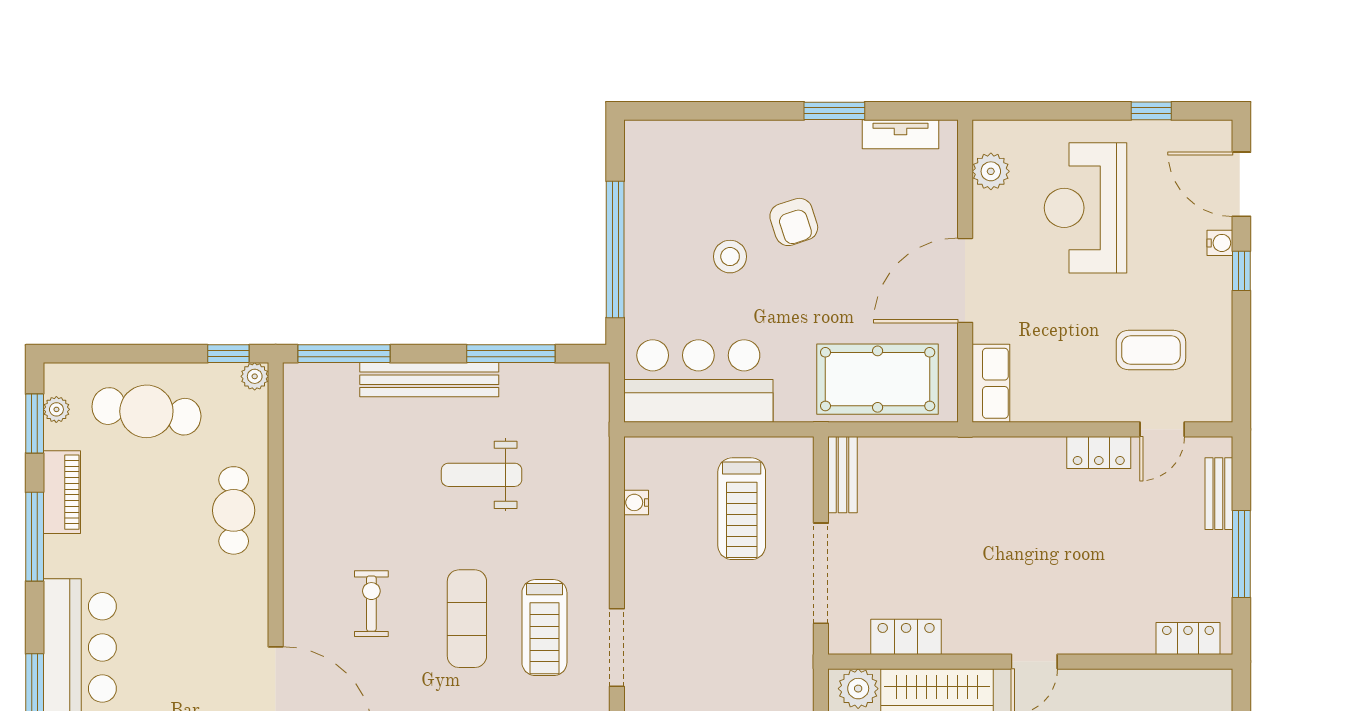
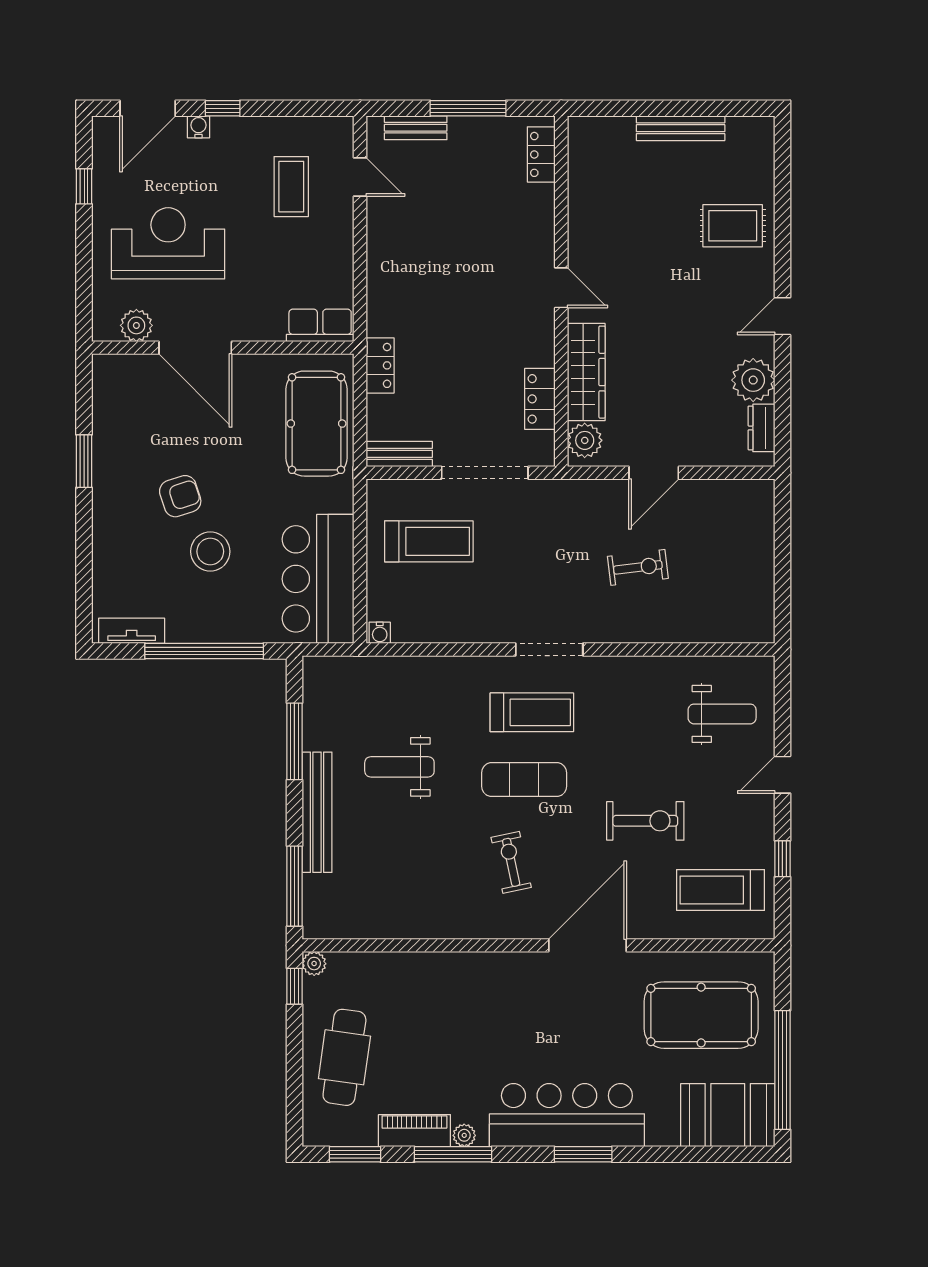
tv unit: (901, 134) -> (132, 631), moved, turned -90
reception desk: (1086, 208) -> (168, 243), turned 180
stool: (730, 257) -> (210, 551), width x1.38, depth x1.38
door: (965, 280) -> (195, 348), moved
plant: (56, 409) -> (464, 1135), moved
locker: (1099, 452) -> (380, 365), moved
weight bench: (482, 475) -> (399, 767), turned 90
water cooler: (636, 502) -> (380, 633), moved
cafe table: (234, 510) -> (430, 982), removed
exercise bike: (371, 604) -> (511, 862), turned 78

